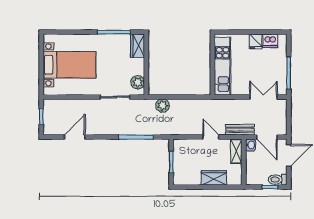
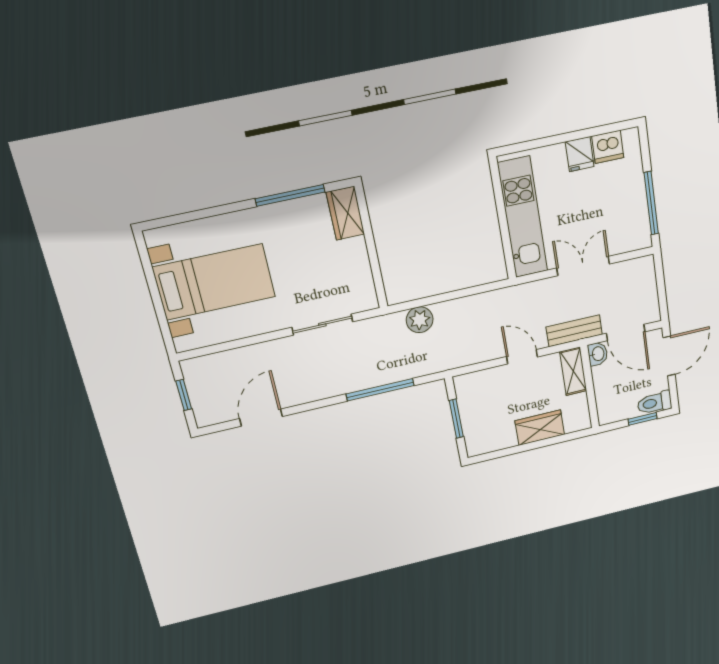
plant: (138, 82) -> (361, 286), removed
double door: (263, 97) -> (583, 266), moved

